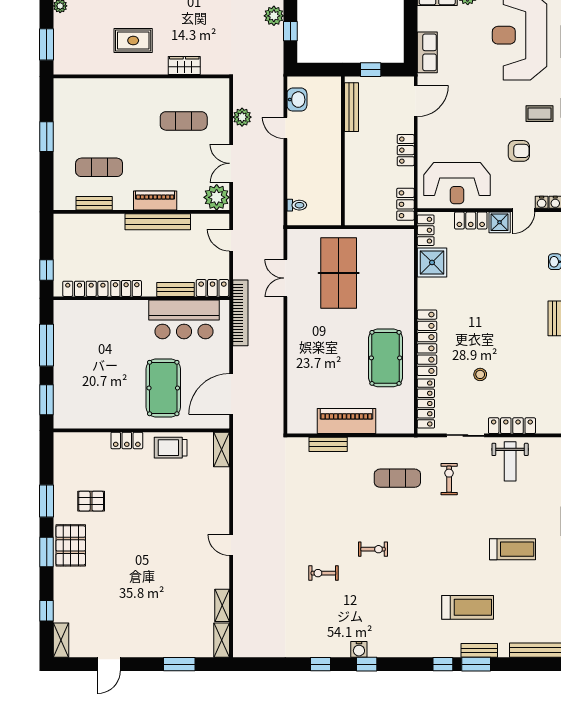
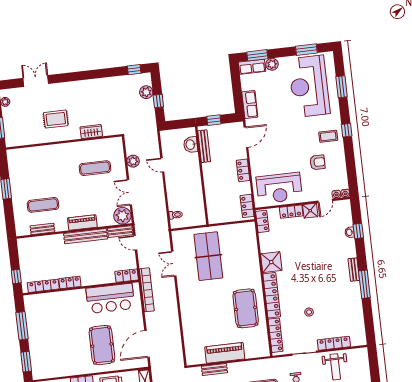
washbasin: (297, 100) -> (191, 145), moved, turned 180
shower: (432, 262) -> (271, 262), moved
bench: (176, 289) -> (120, 232), moved

